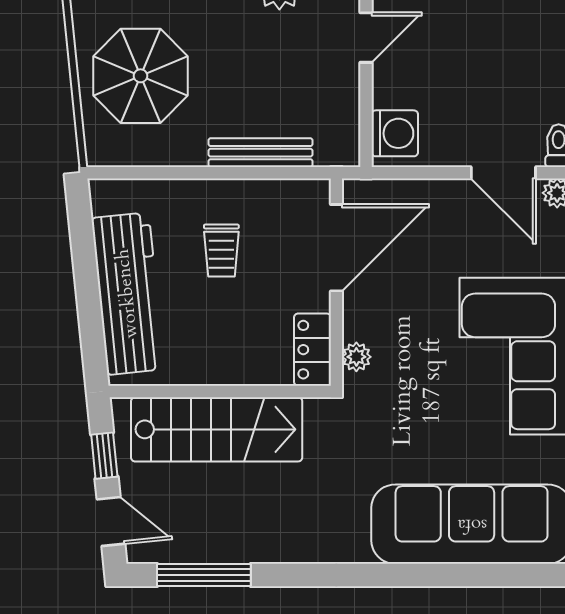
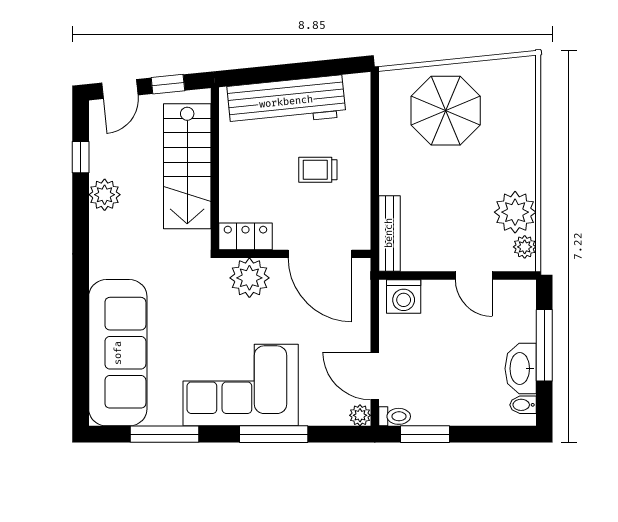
bench: (261, 153) -> (389, 233), moved
door: (503, 173) -> (375, 376), hinge flipped
plant: (356, 357) -> (249, 278), width x1.88, depth x1.88
plant: (256, 542) -> (105, 195), added
window: (204, 575) -> (81, 157), width x0.46

